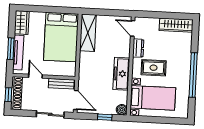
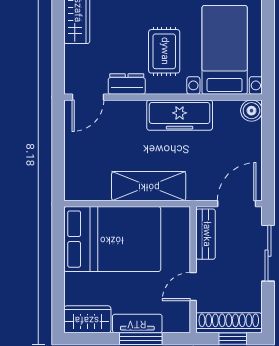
shelving: (88, 33) -> (149, 186), moved
tv unit: (18, 52) -> (137, 323), width x0.71
window: (105, 117) -> (268, 144), removed

